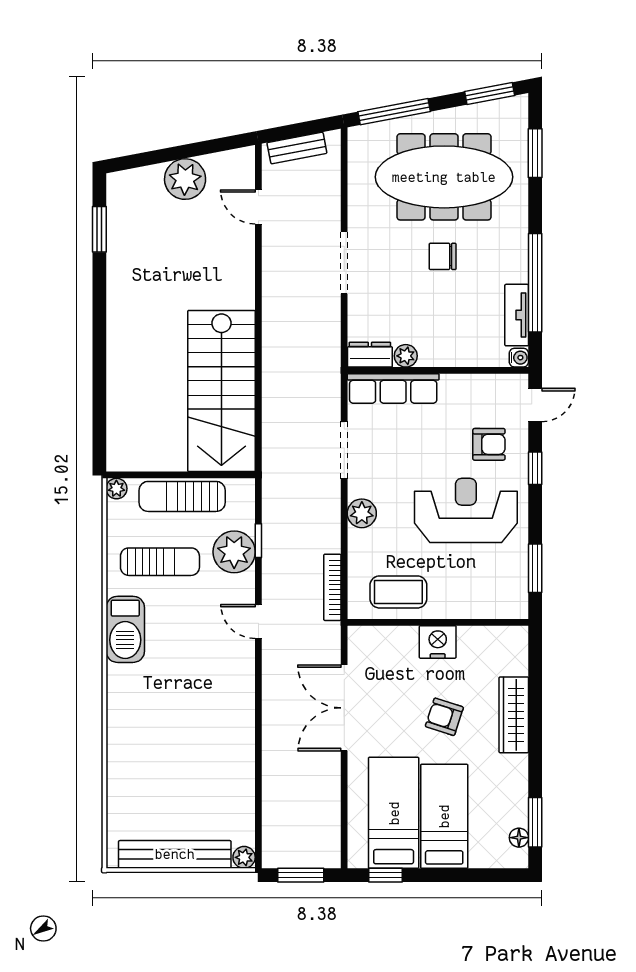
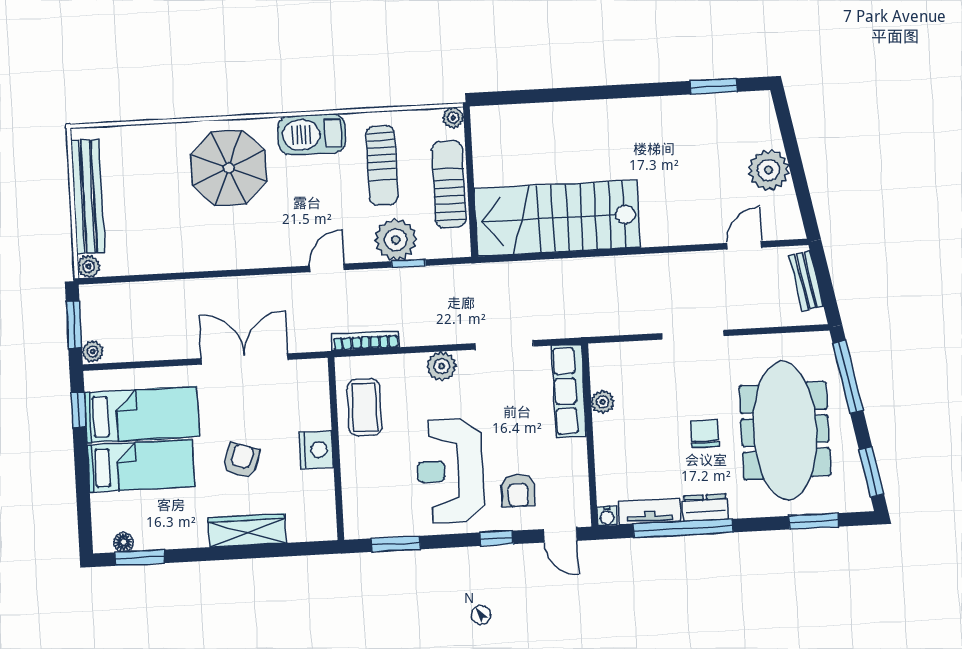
dresser: (370, 355) -> (705, 508), moved, turned -90
reception desk: (466, 510) -> (450, 471), turned 180
parasol: (154, 713) -> (229, 168), added
plant: (329, 858) -> (93, 352), added

